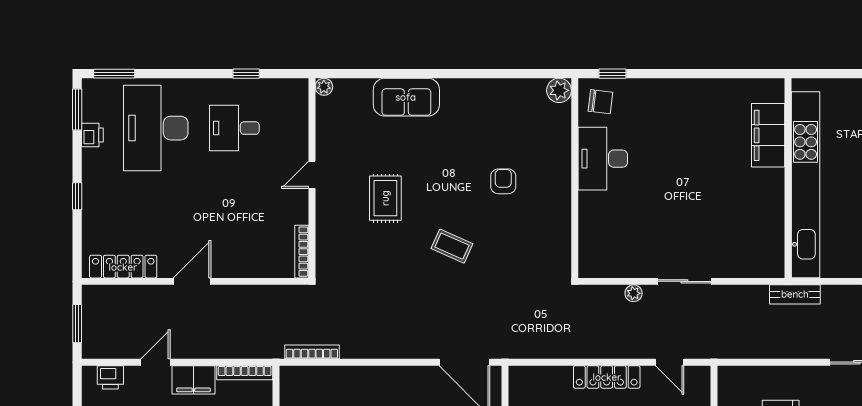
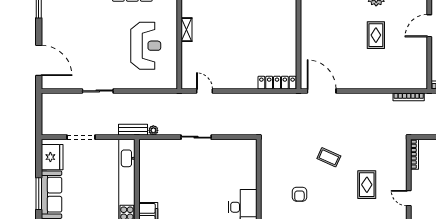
door: (312, 175) -> (409, 198), swing flipped
plant: (634, 293) -> (153, 130), moved
locker: (607, 377) -> (277, 83), moved

